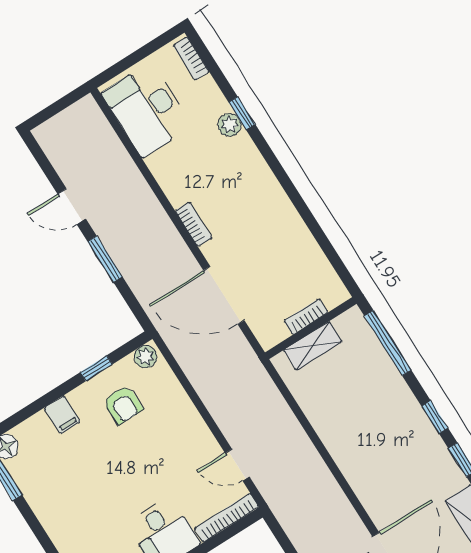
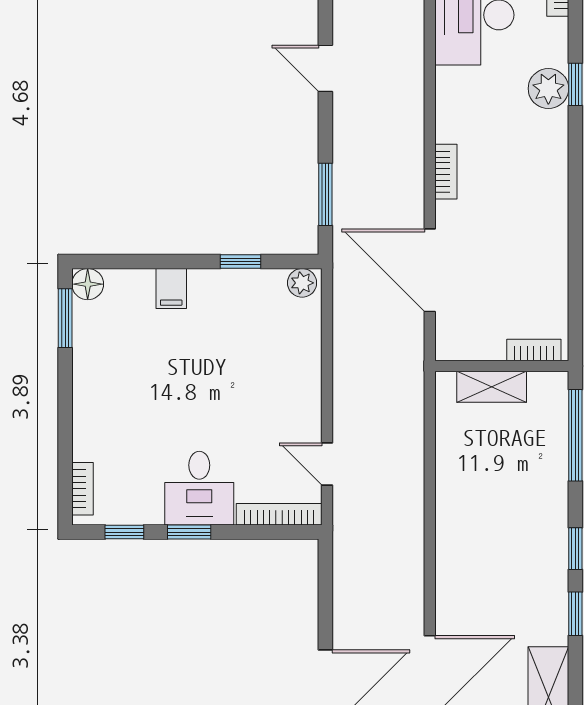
plant: (230, 125) -> (548, 89), width x1.38, depth x1.38
window: (105, 259) -> (325, 194), moved
bookcase: (306, 317) -> (534, 350), moved
armchair: (123, 405) -> (244, 320), removed

